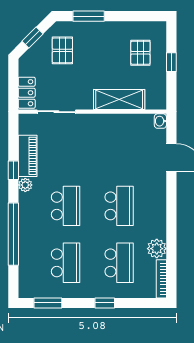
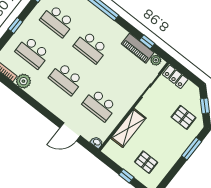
school desk: (119, 149) -> (99, 105), added
window: (13, 170) -> (147, 42), moved
plant: (25, 185) -> (156, 60), moved

